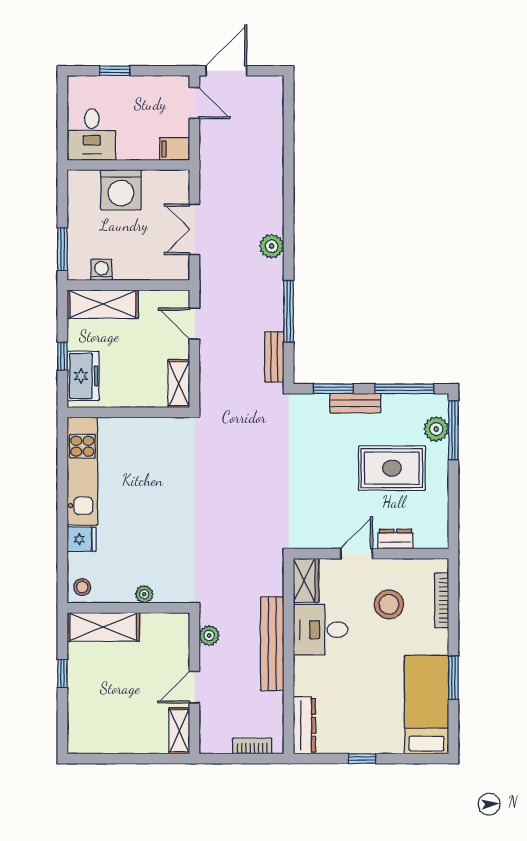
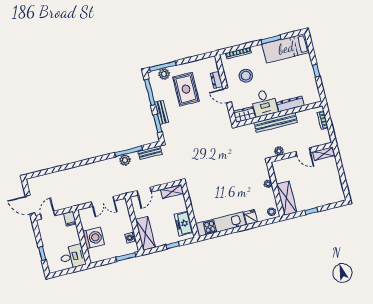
plant: (272, 246) -> (125, 160), moved
freezer: (83, 376) -> (184, 223), moved, turned -90
dresser: (304, 725) -> (290, 104), moved

